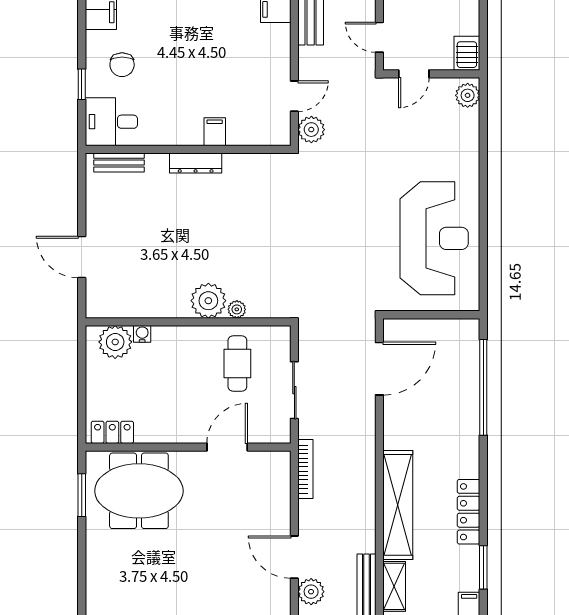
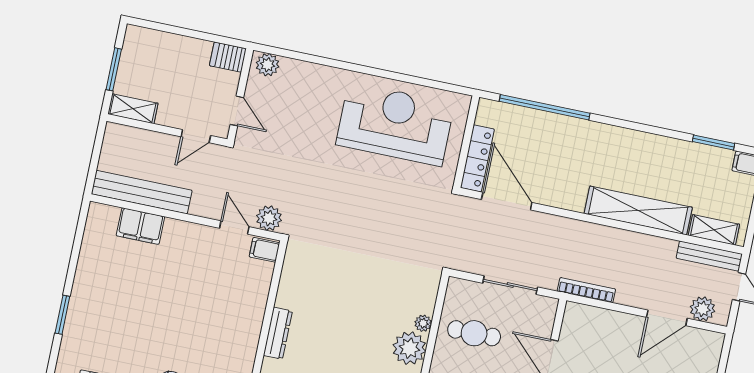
filing cabinet: (215, 132) -> (264, 250), moved
locker: (469, 512) -> (477, 158), moved, turned -90

